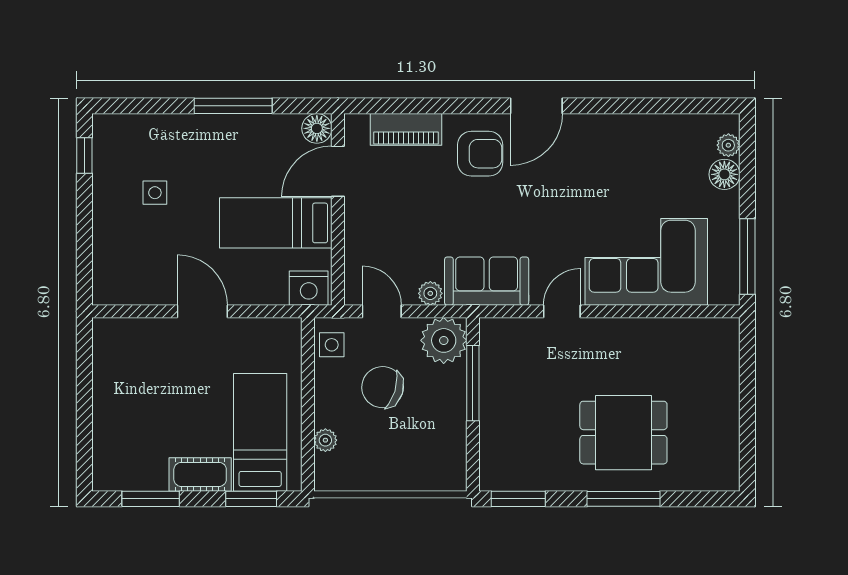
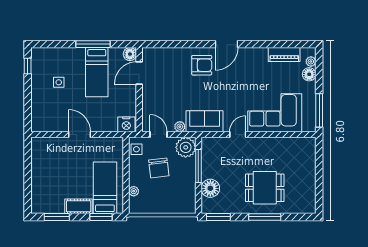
piano: (406, 129) -> (284, 55), moved
bed: (276, 223) -> (97, 72), moved, turned -90
chair: (383, 387) -> (159, 168), turned -114
floor lamp: (500, 434) -> (210, 188), added

